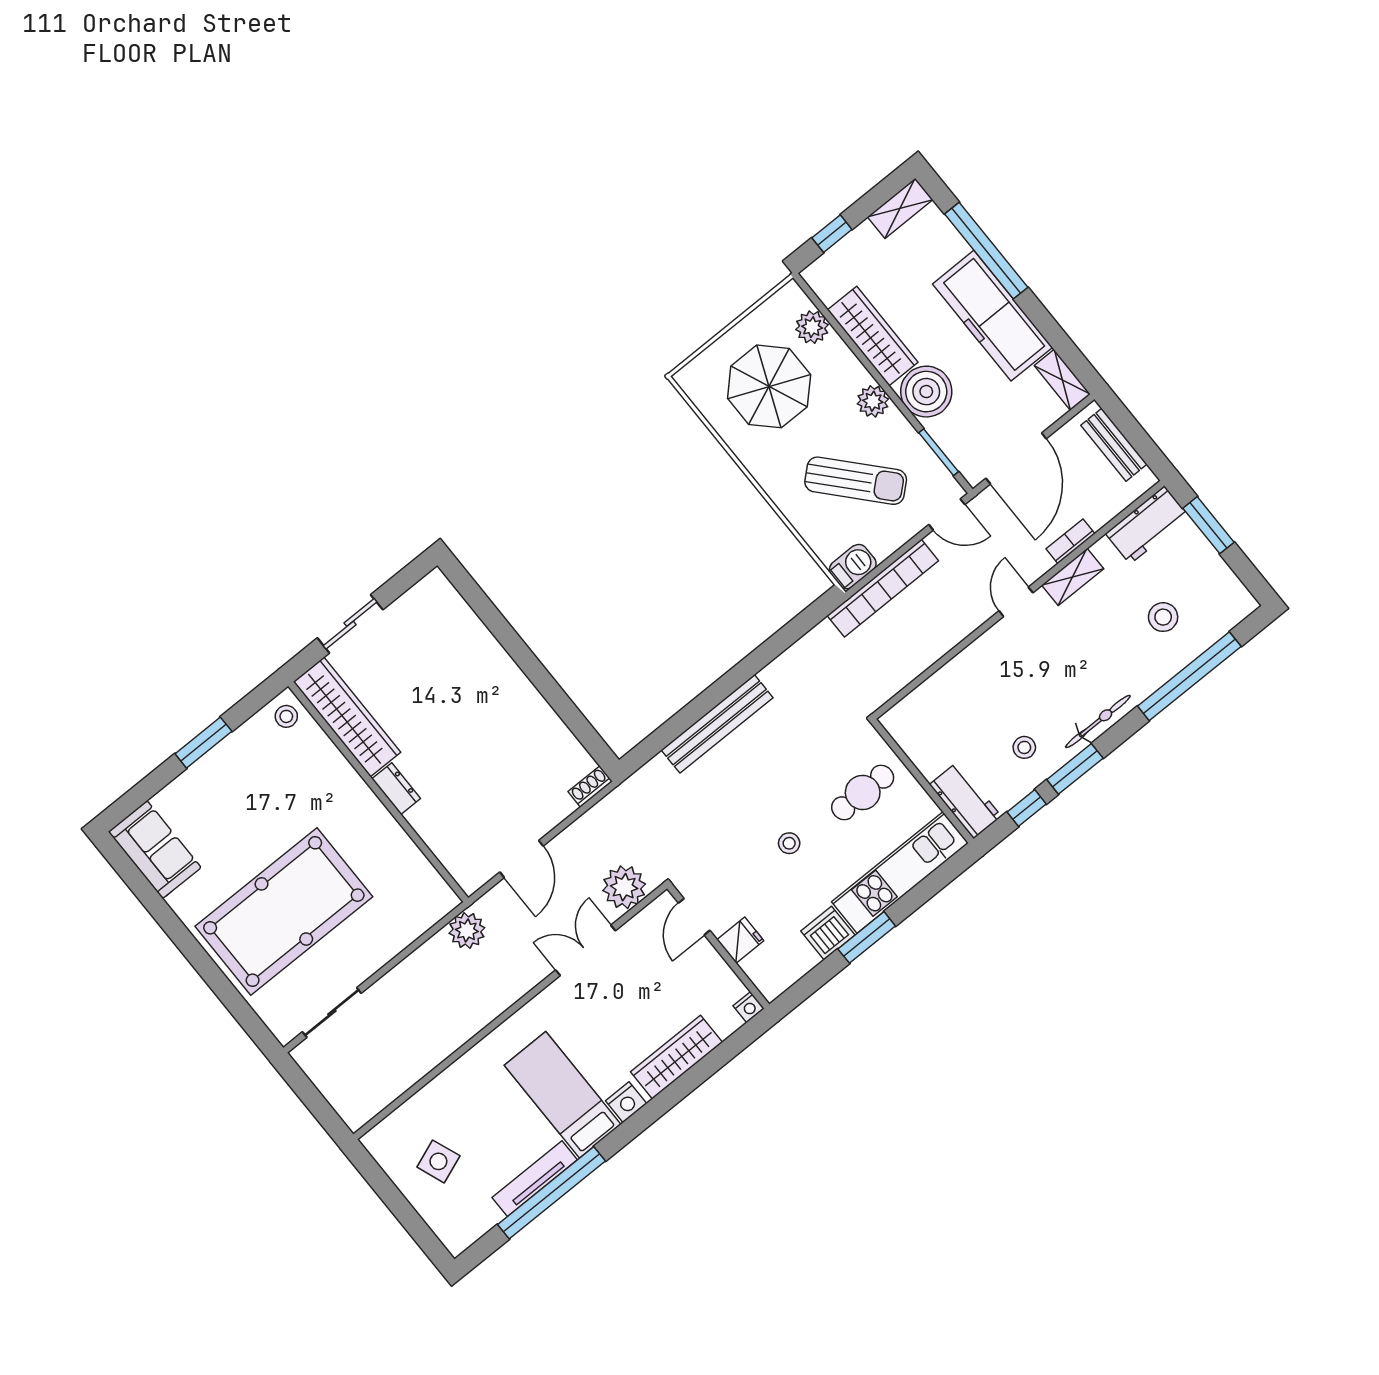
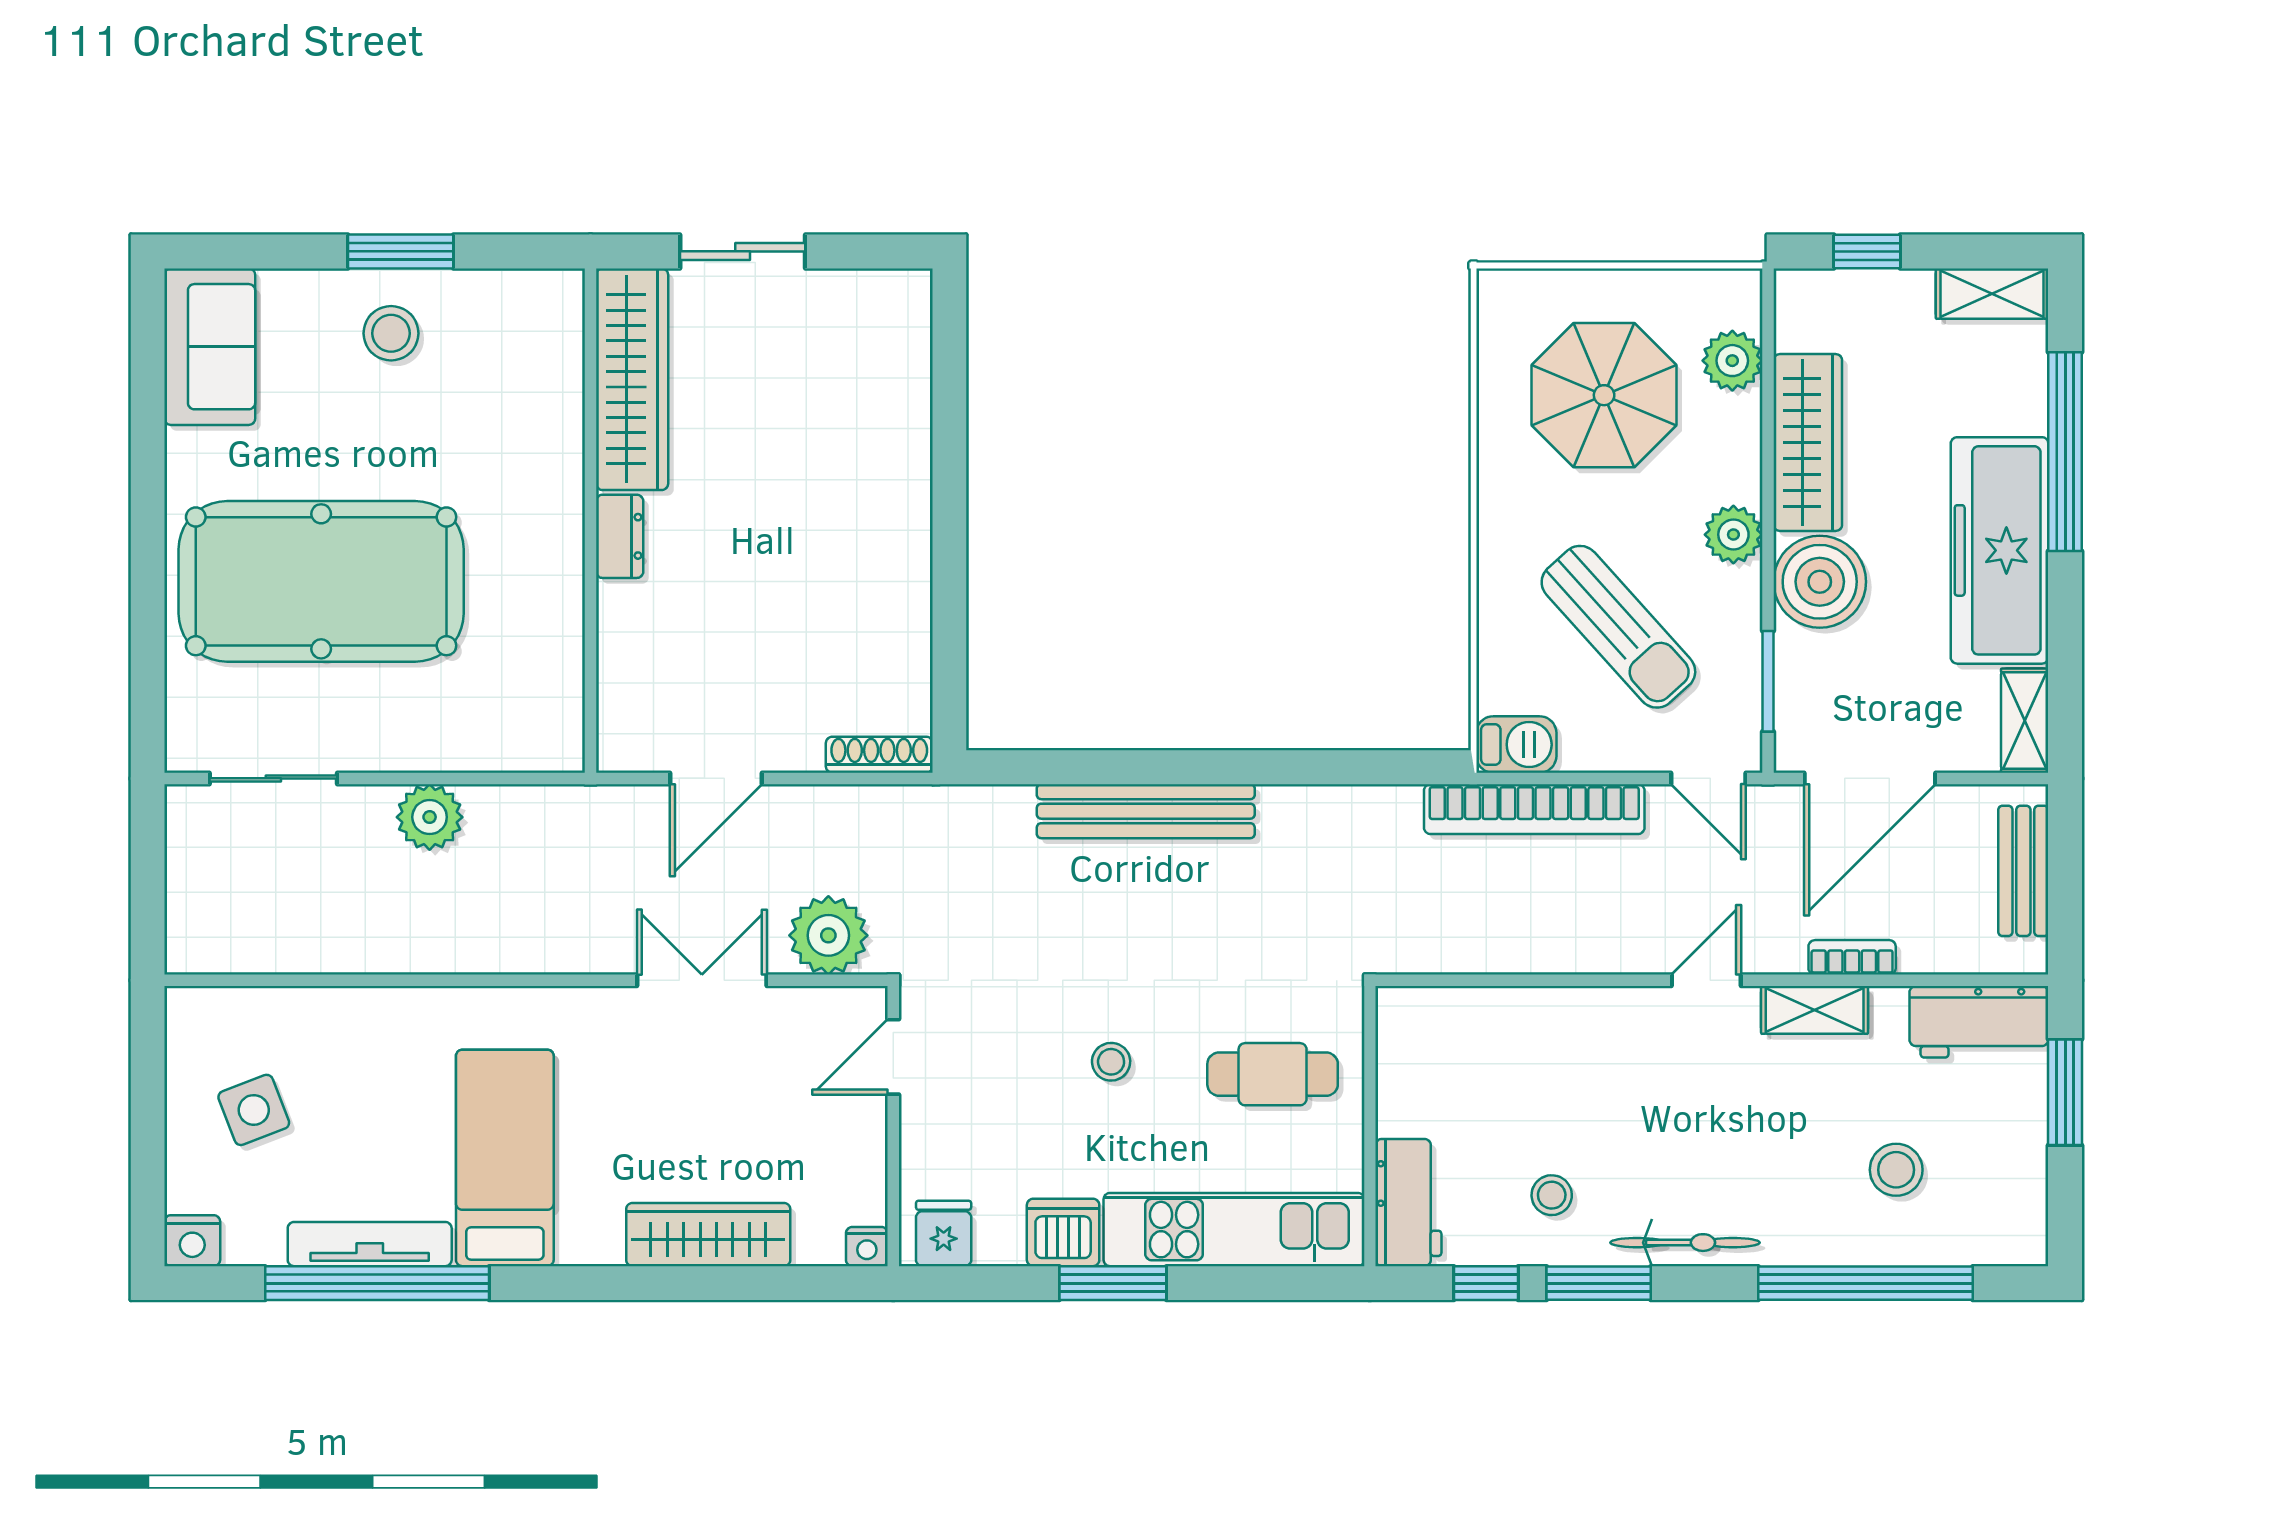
stool: (286, 716) -> (391, 333), moved, width x1.37, depth x1.37
shoe rack: (590, 787) -> (879, 755), width x1.43
plant: (467, 930) -> (430, 817), moved
fridge: (740, 940) -> (944, 1233), moved, turned -90
nightstand: (626, 1102) -> (192, 1241), moved

